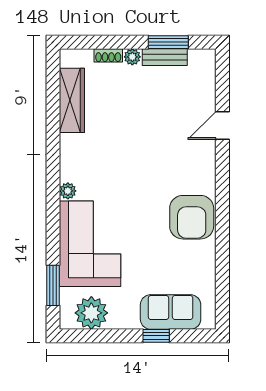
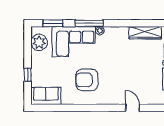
window: (53, 213) -> (89, 23), added
armchair: (192, 217) -> (87, 80), moved
sofa: (171, 312) -> (46, 96), moved, turned -90

